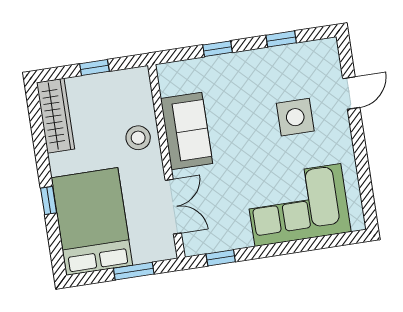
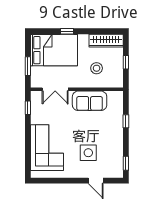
window: (281, 39) -> (126, 163), moved
stool: (138, 138) -> (97, 68), moved

